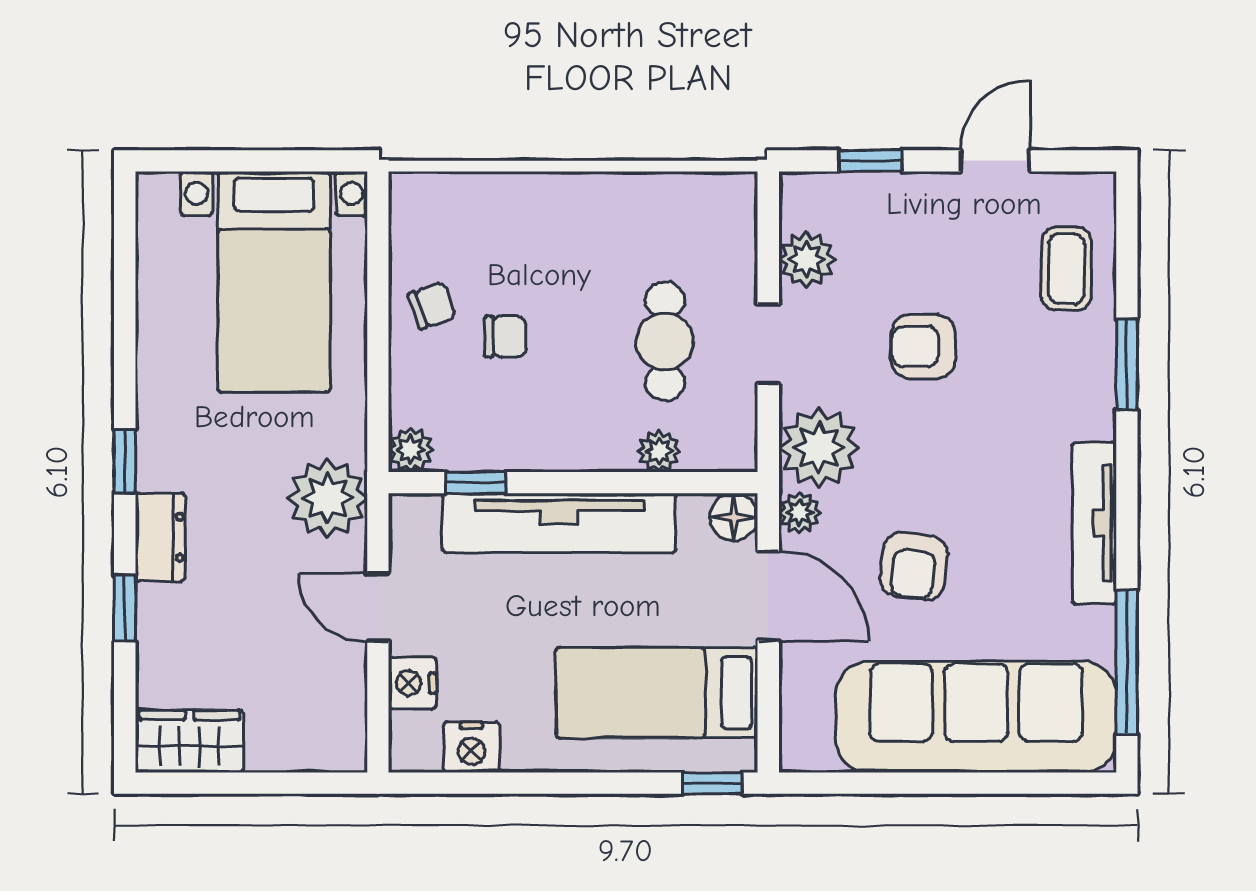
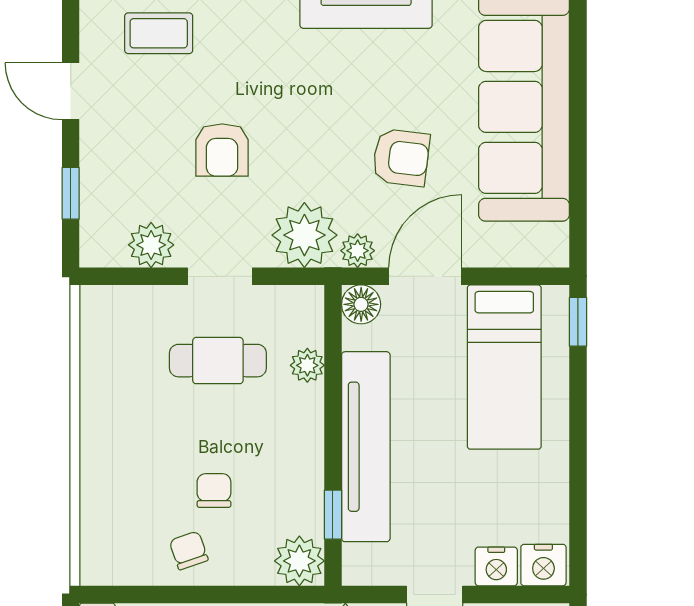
plant: (411, 450) -> (299, 561), width x1.38, depth x1.38
nightstand: (472, 747) -> (543, 565), moved, turned 90

